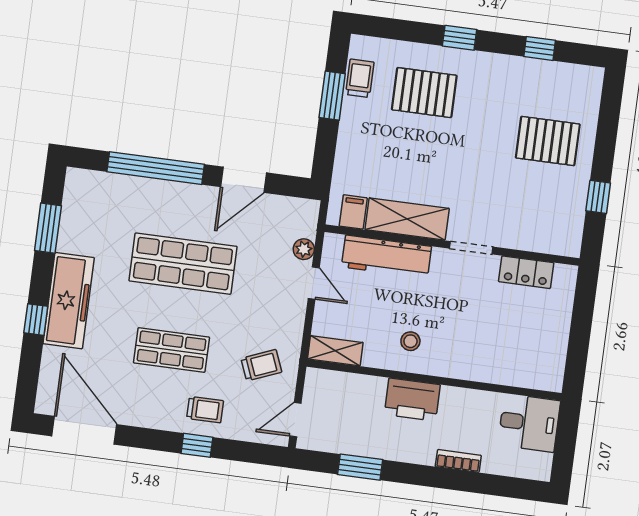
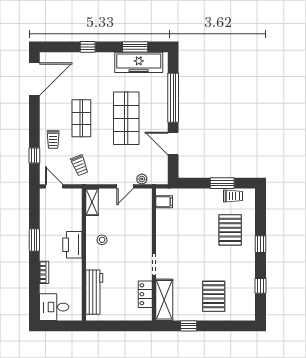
shelving: (407, 219) -> (164, 300), moved
workbench: (386, 257) -> (94, 292), moved, turned 180
freezer: (69, 301) -> (139, 62), moved
desk: (529, 423) -> (54, 307), moved, turned 90
window: (197, 445) -> (34, 155), moved
window: (360, 467) -> (34, 240), moved

